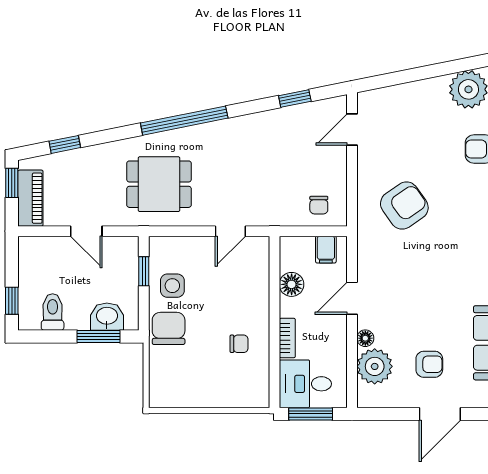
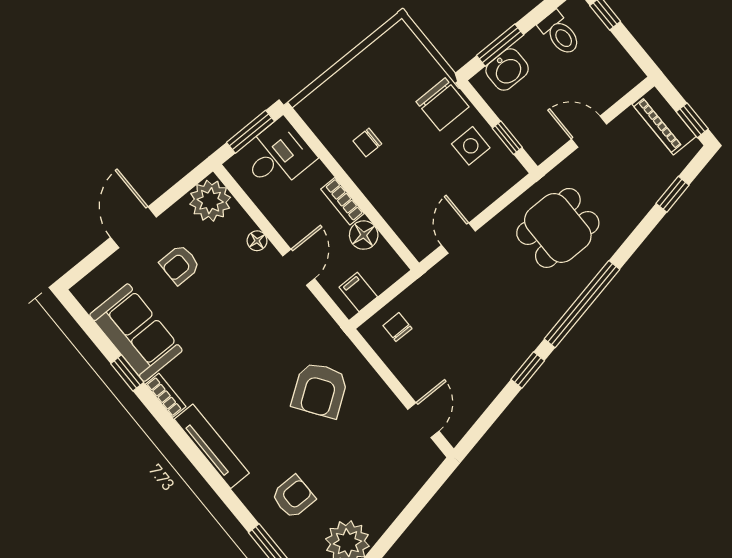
window: (295, 98) -> (528, 370), moved
bookcase: (287, 338) -> (342, 201), moved
plant: (375, 366) -> (210, 201), moved

